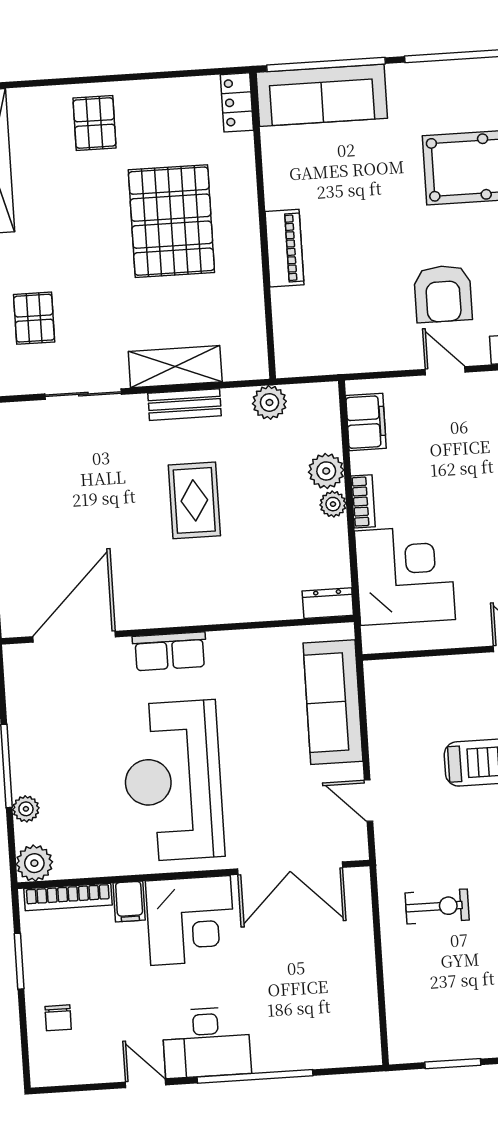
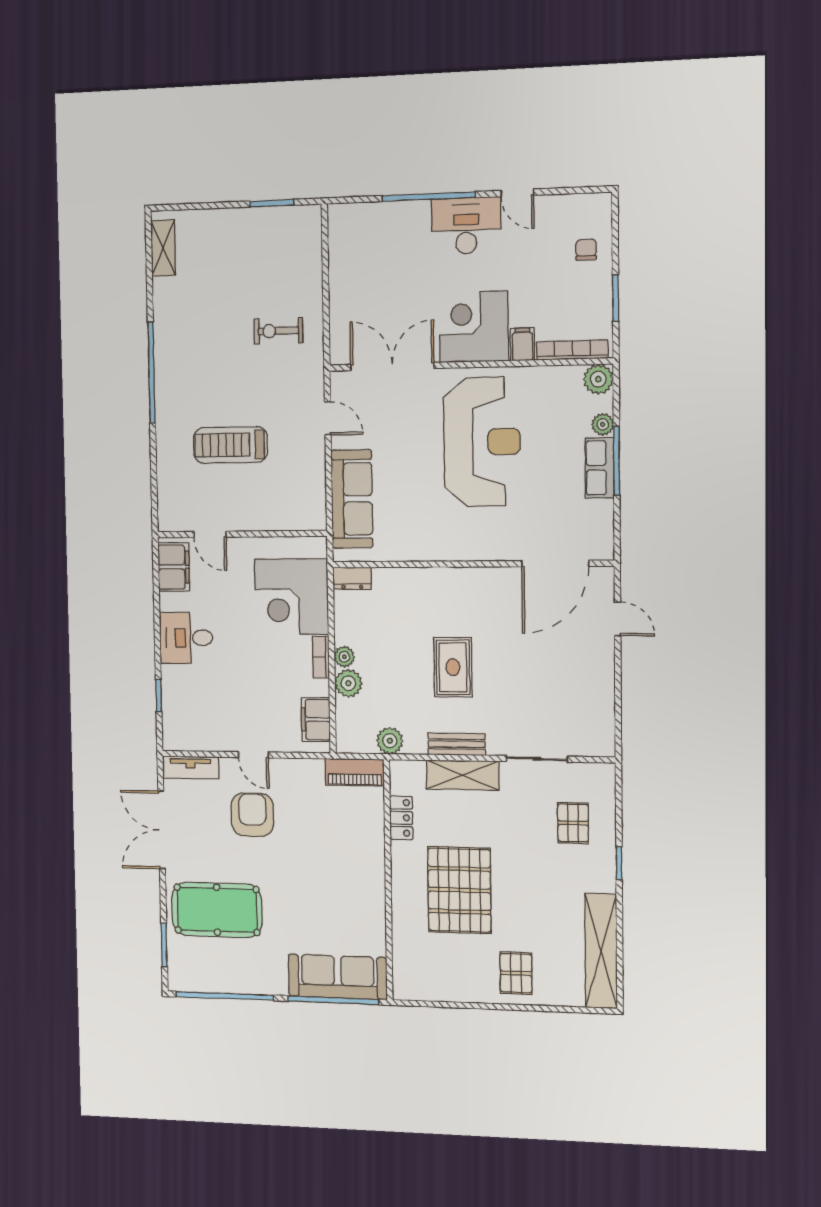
locker: (237, 102) -> (401, 818), moved
piano: (284, 248) -> (355, 772), moved, turned -90
row of seats: (170, 651) -> (600, 468), moved, turned -90

